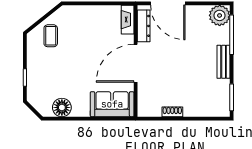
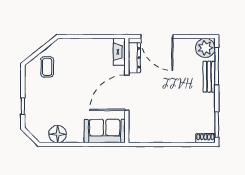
bench: (224, 62) -> (209, 77), moved
shoe rack: (172, 112) -> (205, 138), moved

